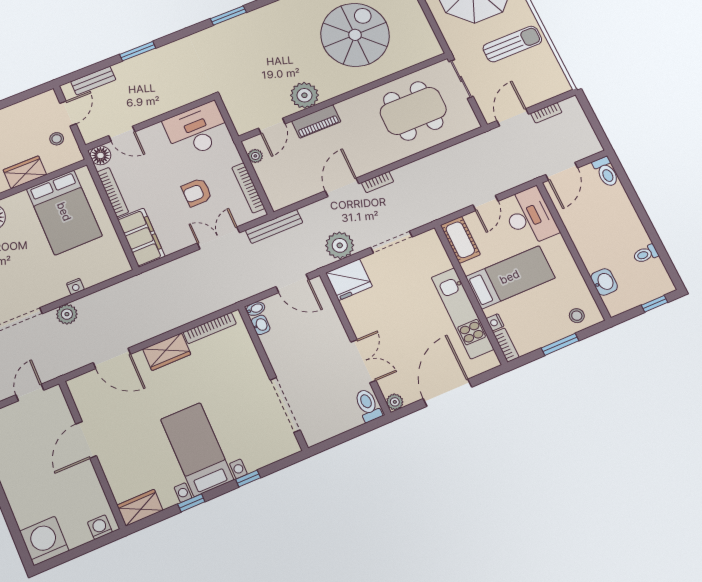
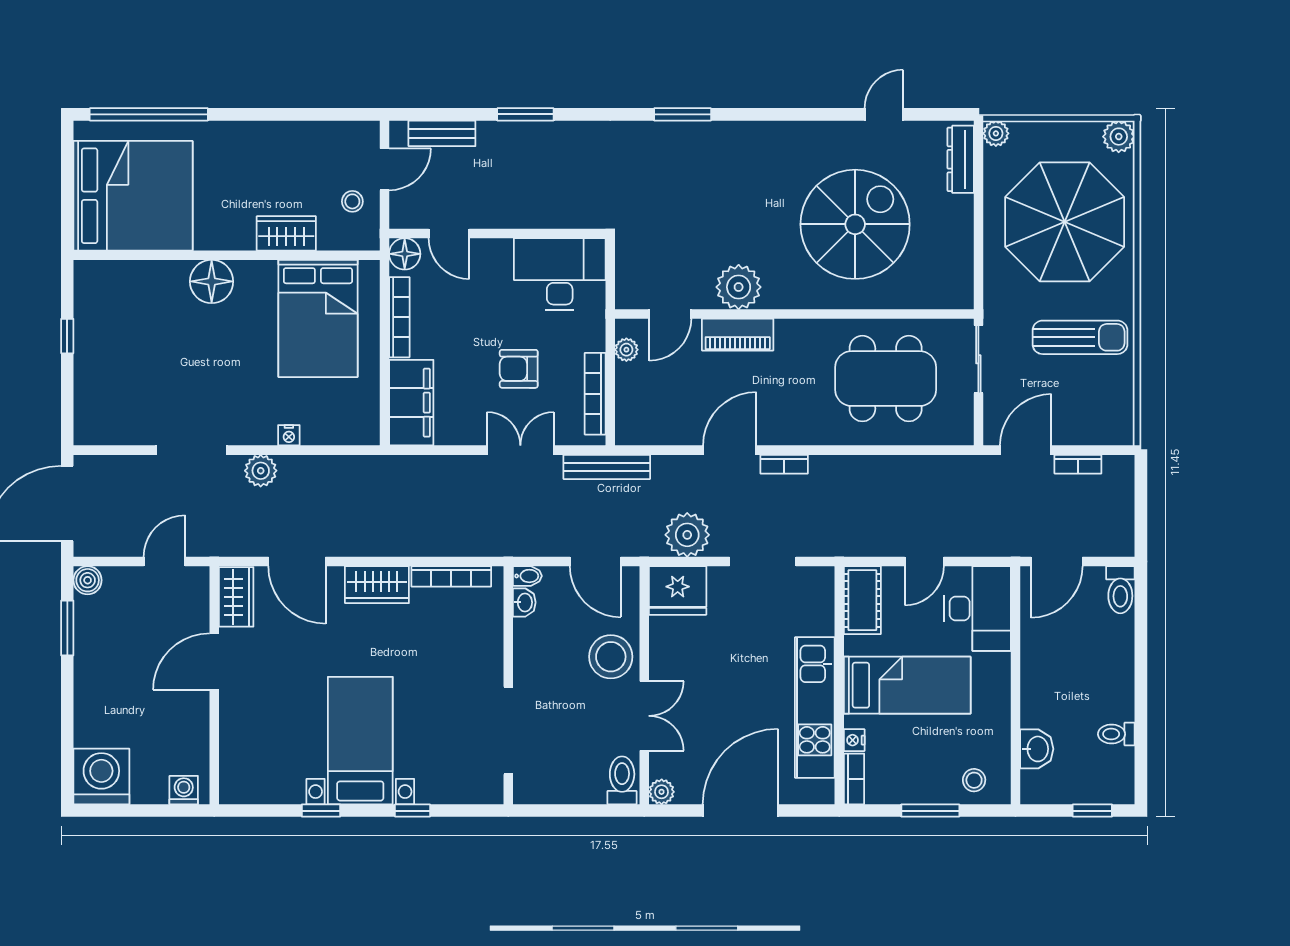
stool: (327, 335) -> (611, 657), added
wardrobe: (140, 508) -> (236, 597), moved, turned 90

